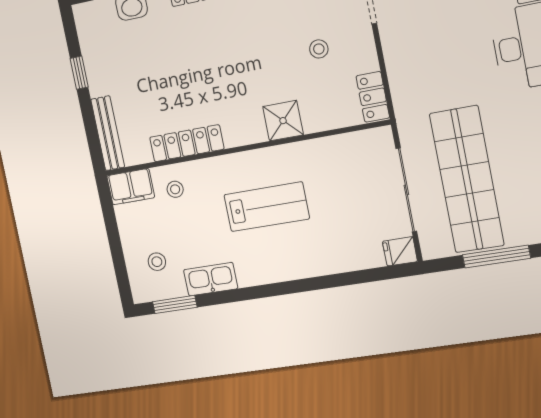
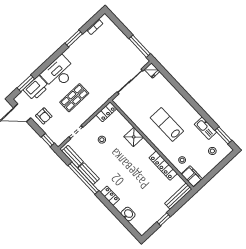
shop shelf: (467, 179) -> (74, 98), moved, width x0.50, depth x0.74
window: (496, 257) -> (140, 46), moved

